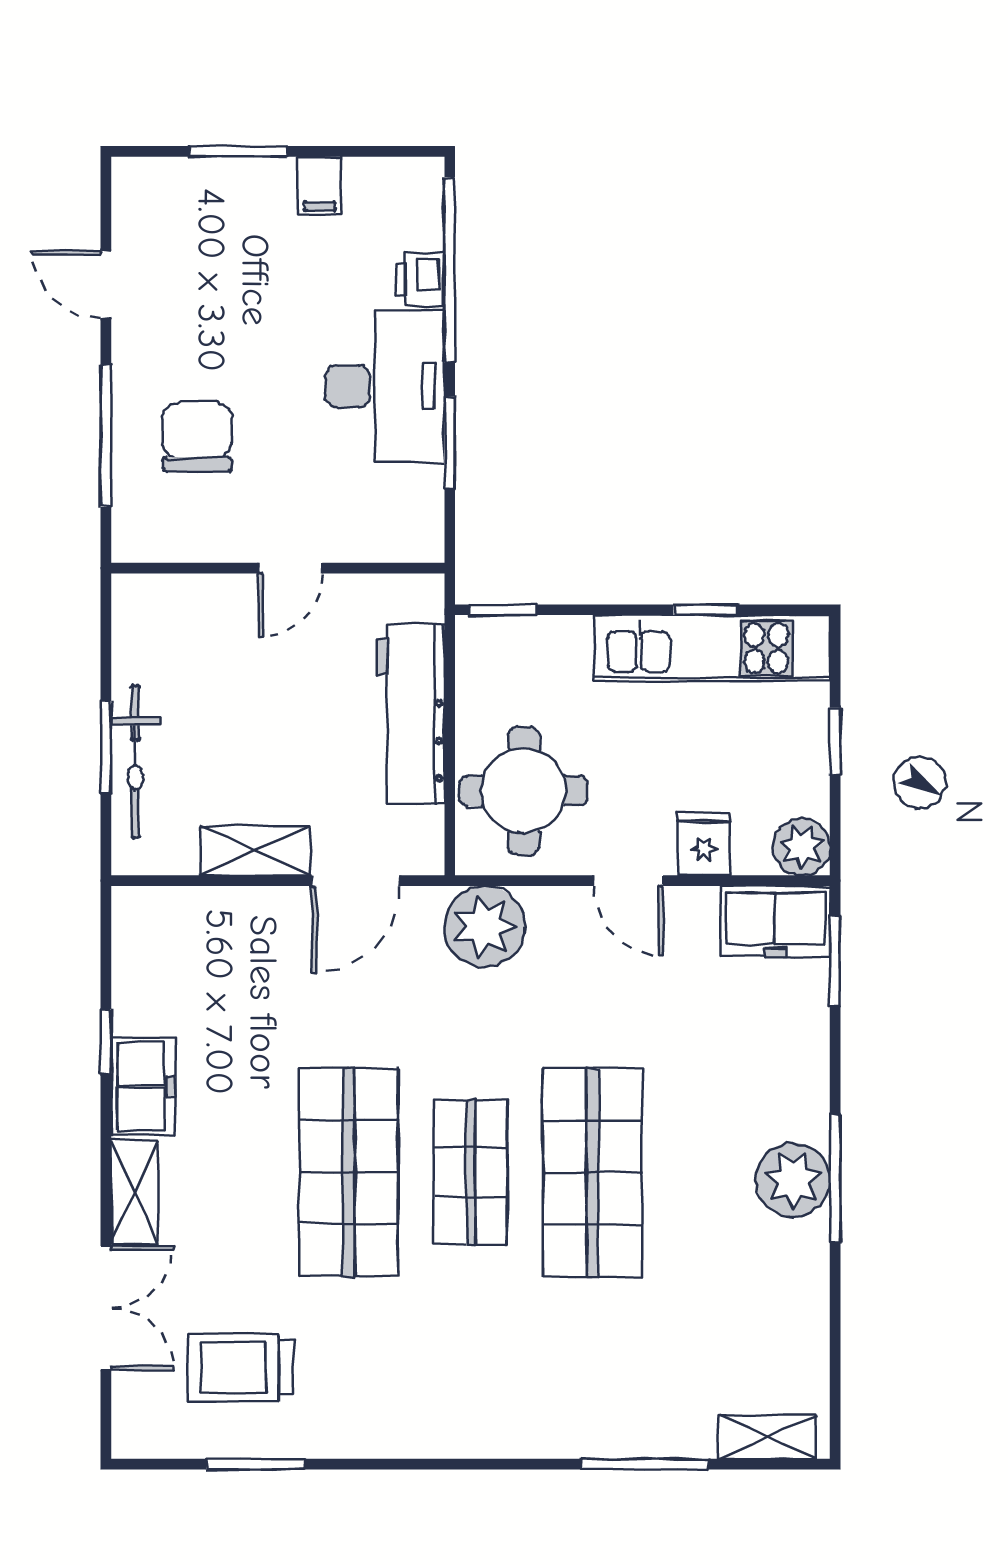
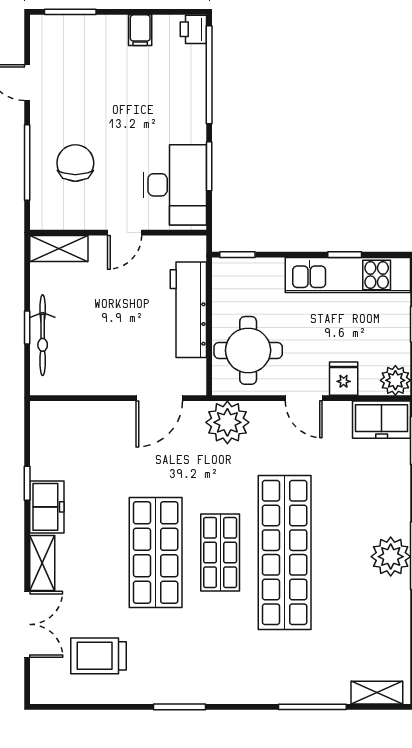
window: (238, 151) -> (70, 12), moved
printer: (420, 279) -> (193, 29), moved
desk: (385, 386) -> (175, 185), moved
window: (106, 747) -> (27, 327), width x0.67
shelving: (255, 851) -> (59, 248), moved
shop shelf: (592, 1172) -> (285, 553), width x1.40
window: (256, 1464) -> (180, 707), moved

